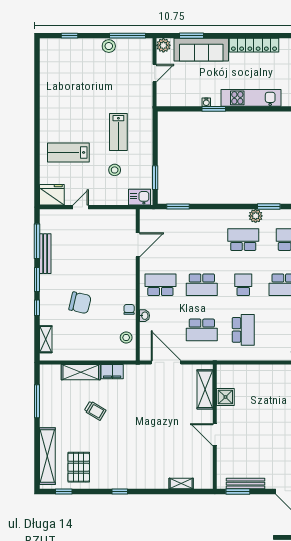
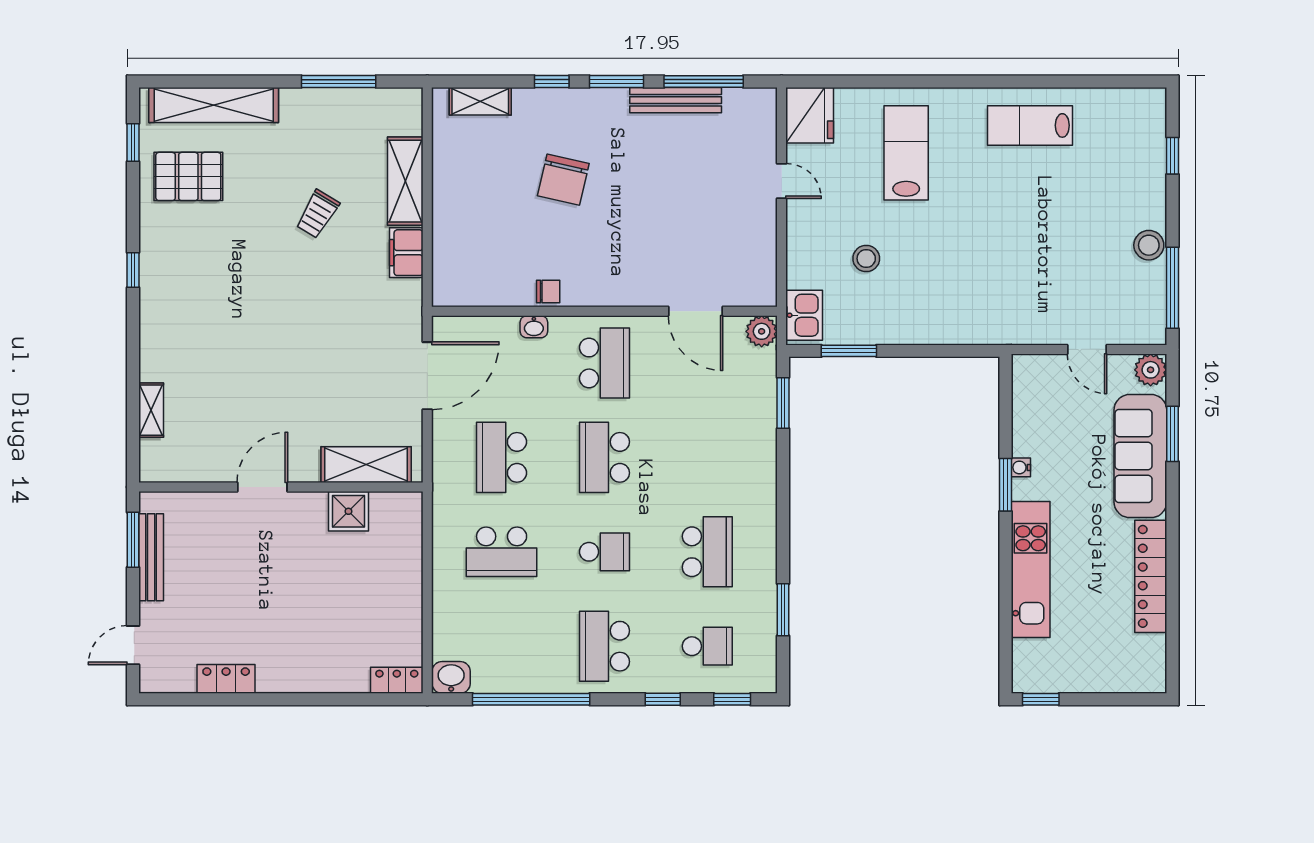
lab bench: (118, 132) -> (1030, 125), moved
plant: (256, 216) -> (762, 331), moved
stool: (126, 338) -> (484, 285), removed

